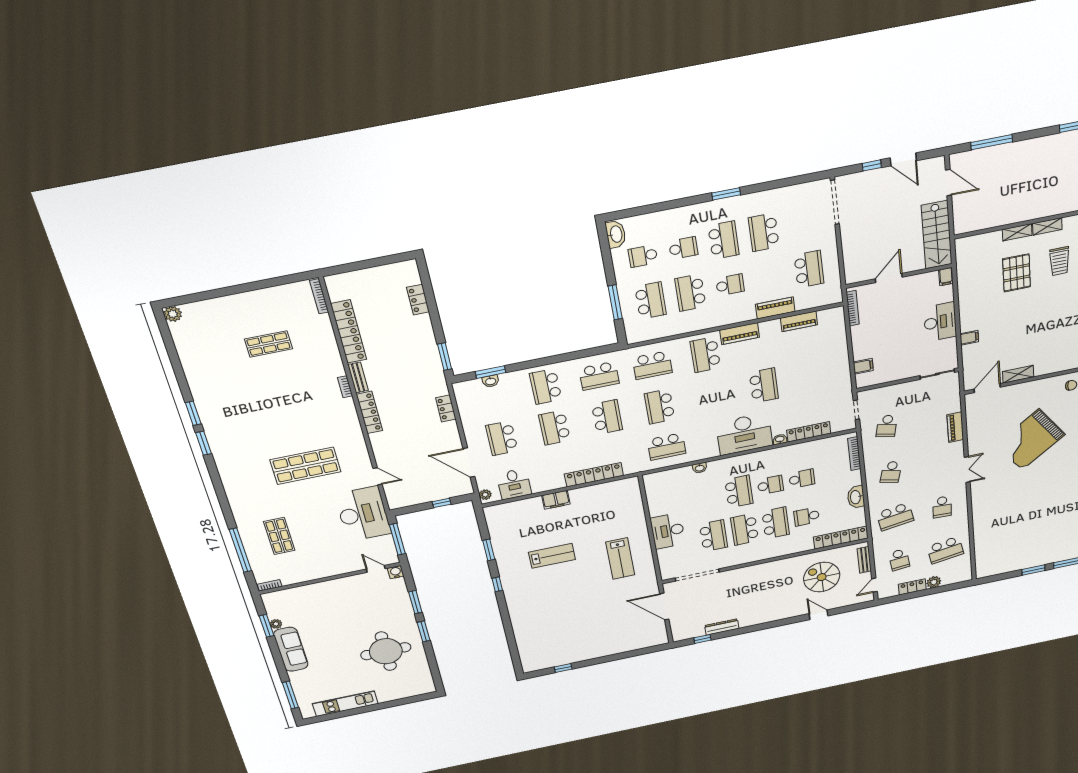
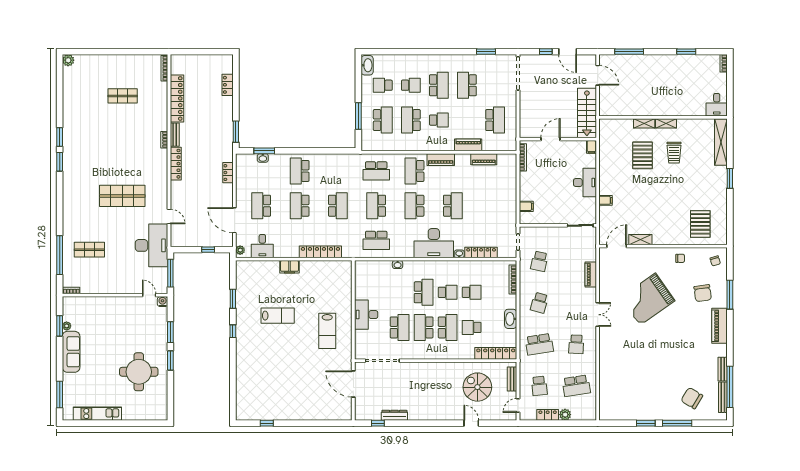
window: (726, 194) -> (486, 52), moved
school desk: (599, 376) -> (415, 206), moved, turned 90
shop shelf: (279, 536) -> (89, 250), turned 90

